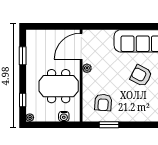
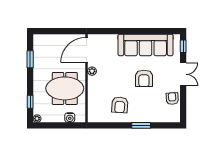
armchair: (141, 76) -> (144, 78), turned -118
armchair: (103, 102) -> (120, 105), moved
window: (109, 125) -> (141, 125), moved

